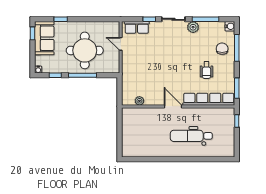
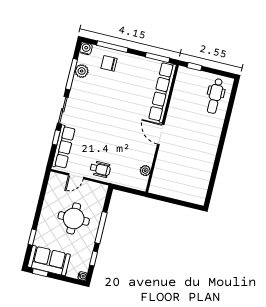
row of seats: (137, 27) -> (64, 147), width x1.48
plant: (193, 27) -> (82, 71), moved
round table: (85, 50) -> (74, 218), width x0.73, depth x0.73
wheelchair: (206, 70) -> (100, 169), moved
door: (173, 106) -> (161, 134), hinge flipped
dental chair: (191, 136) -> (215, 96), moved, width x0.73, depth x0.72

